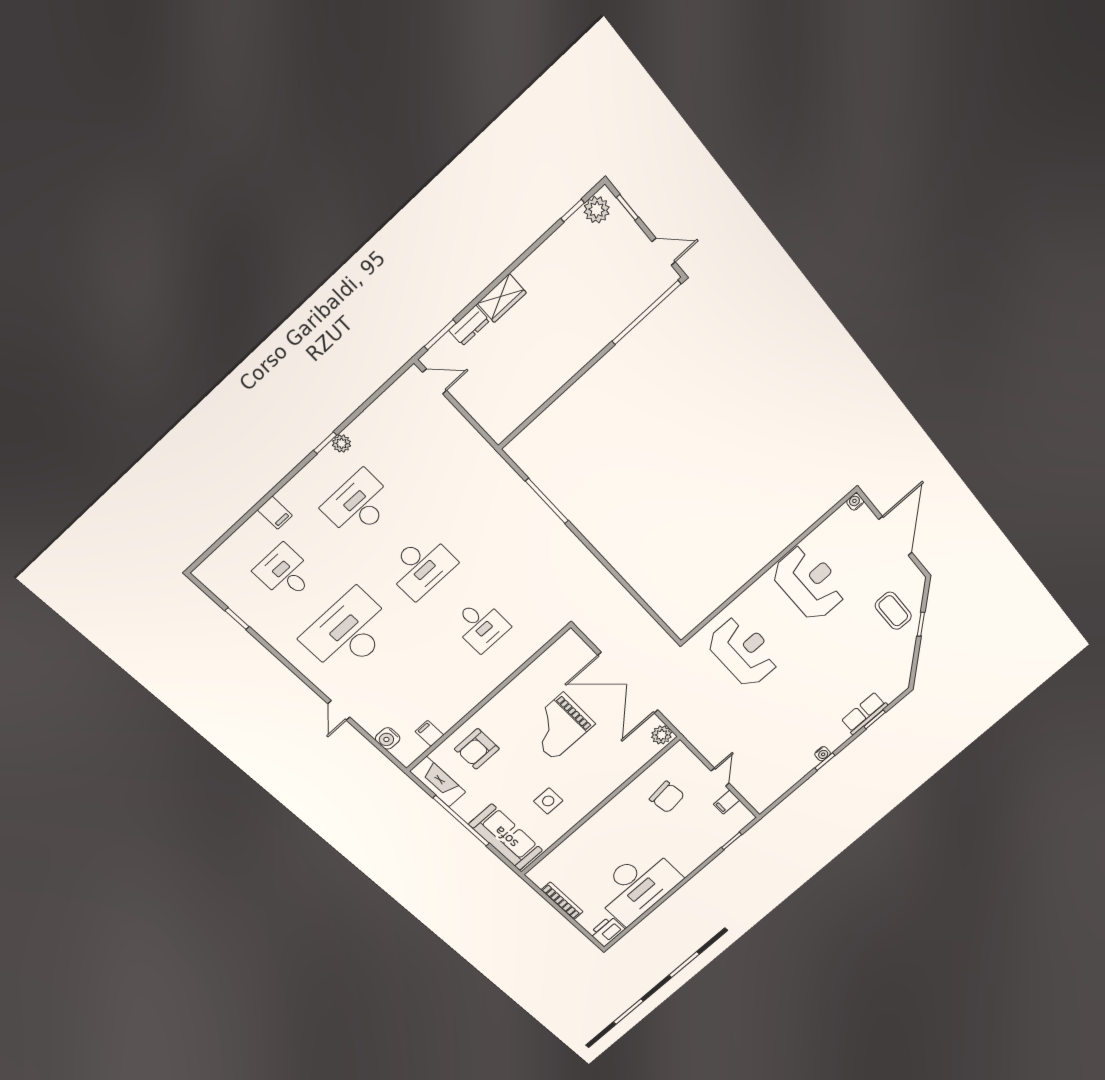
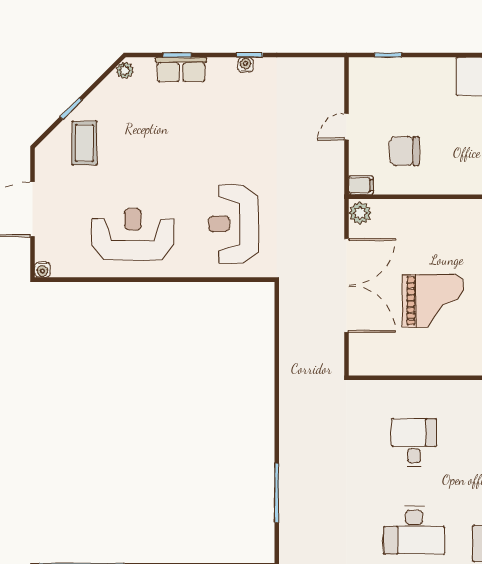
desk: (421, 566) -> (414, 530), turned 180
reception desk: (809, 583) -> (133, 234), turned 90
plant: (903, 679) -> (125, 70), added
chair: (667, 797) -> (404, 151), turned -83
filing cabinet: (727, 802) -> (361, 185), moved

